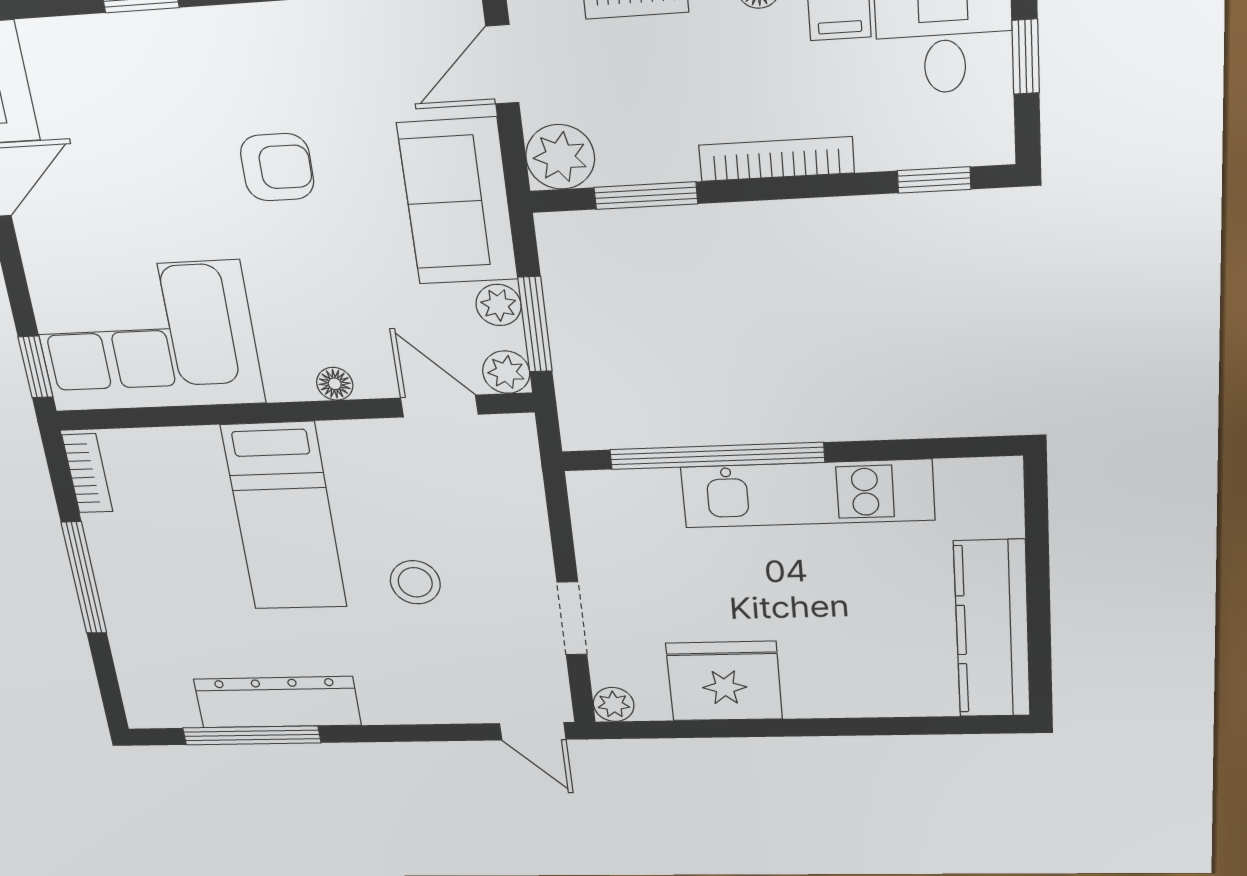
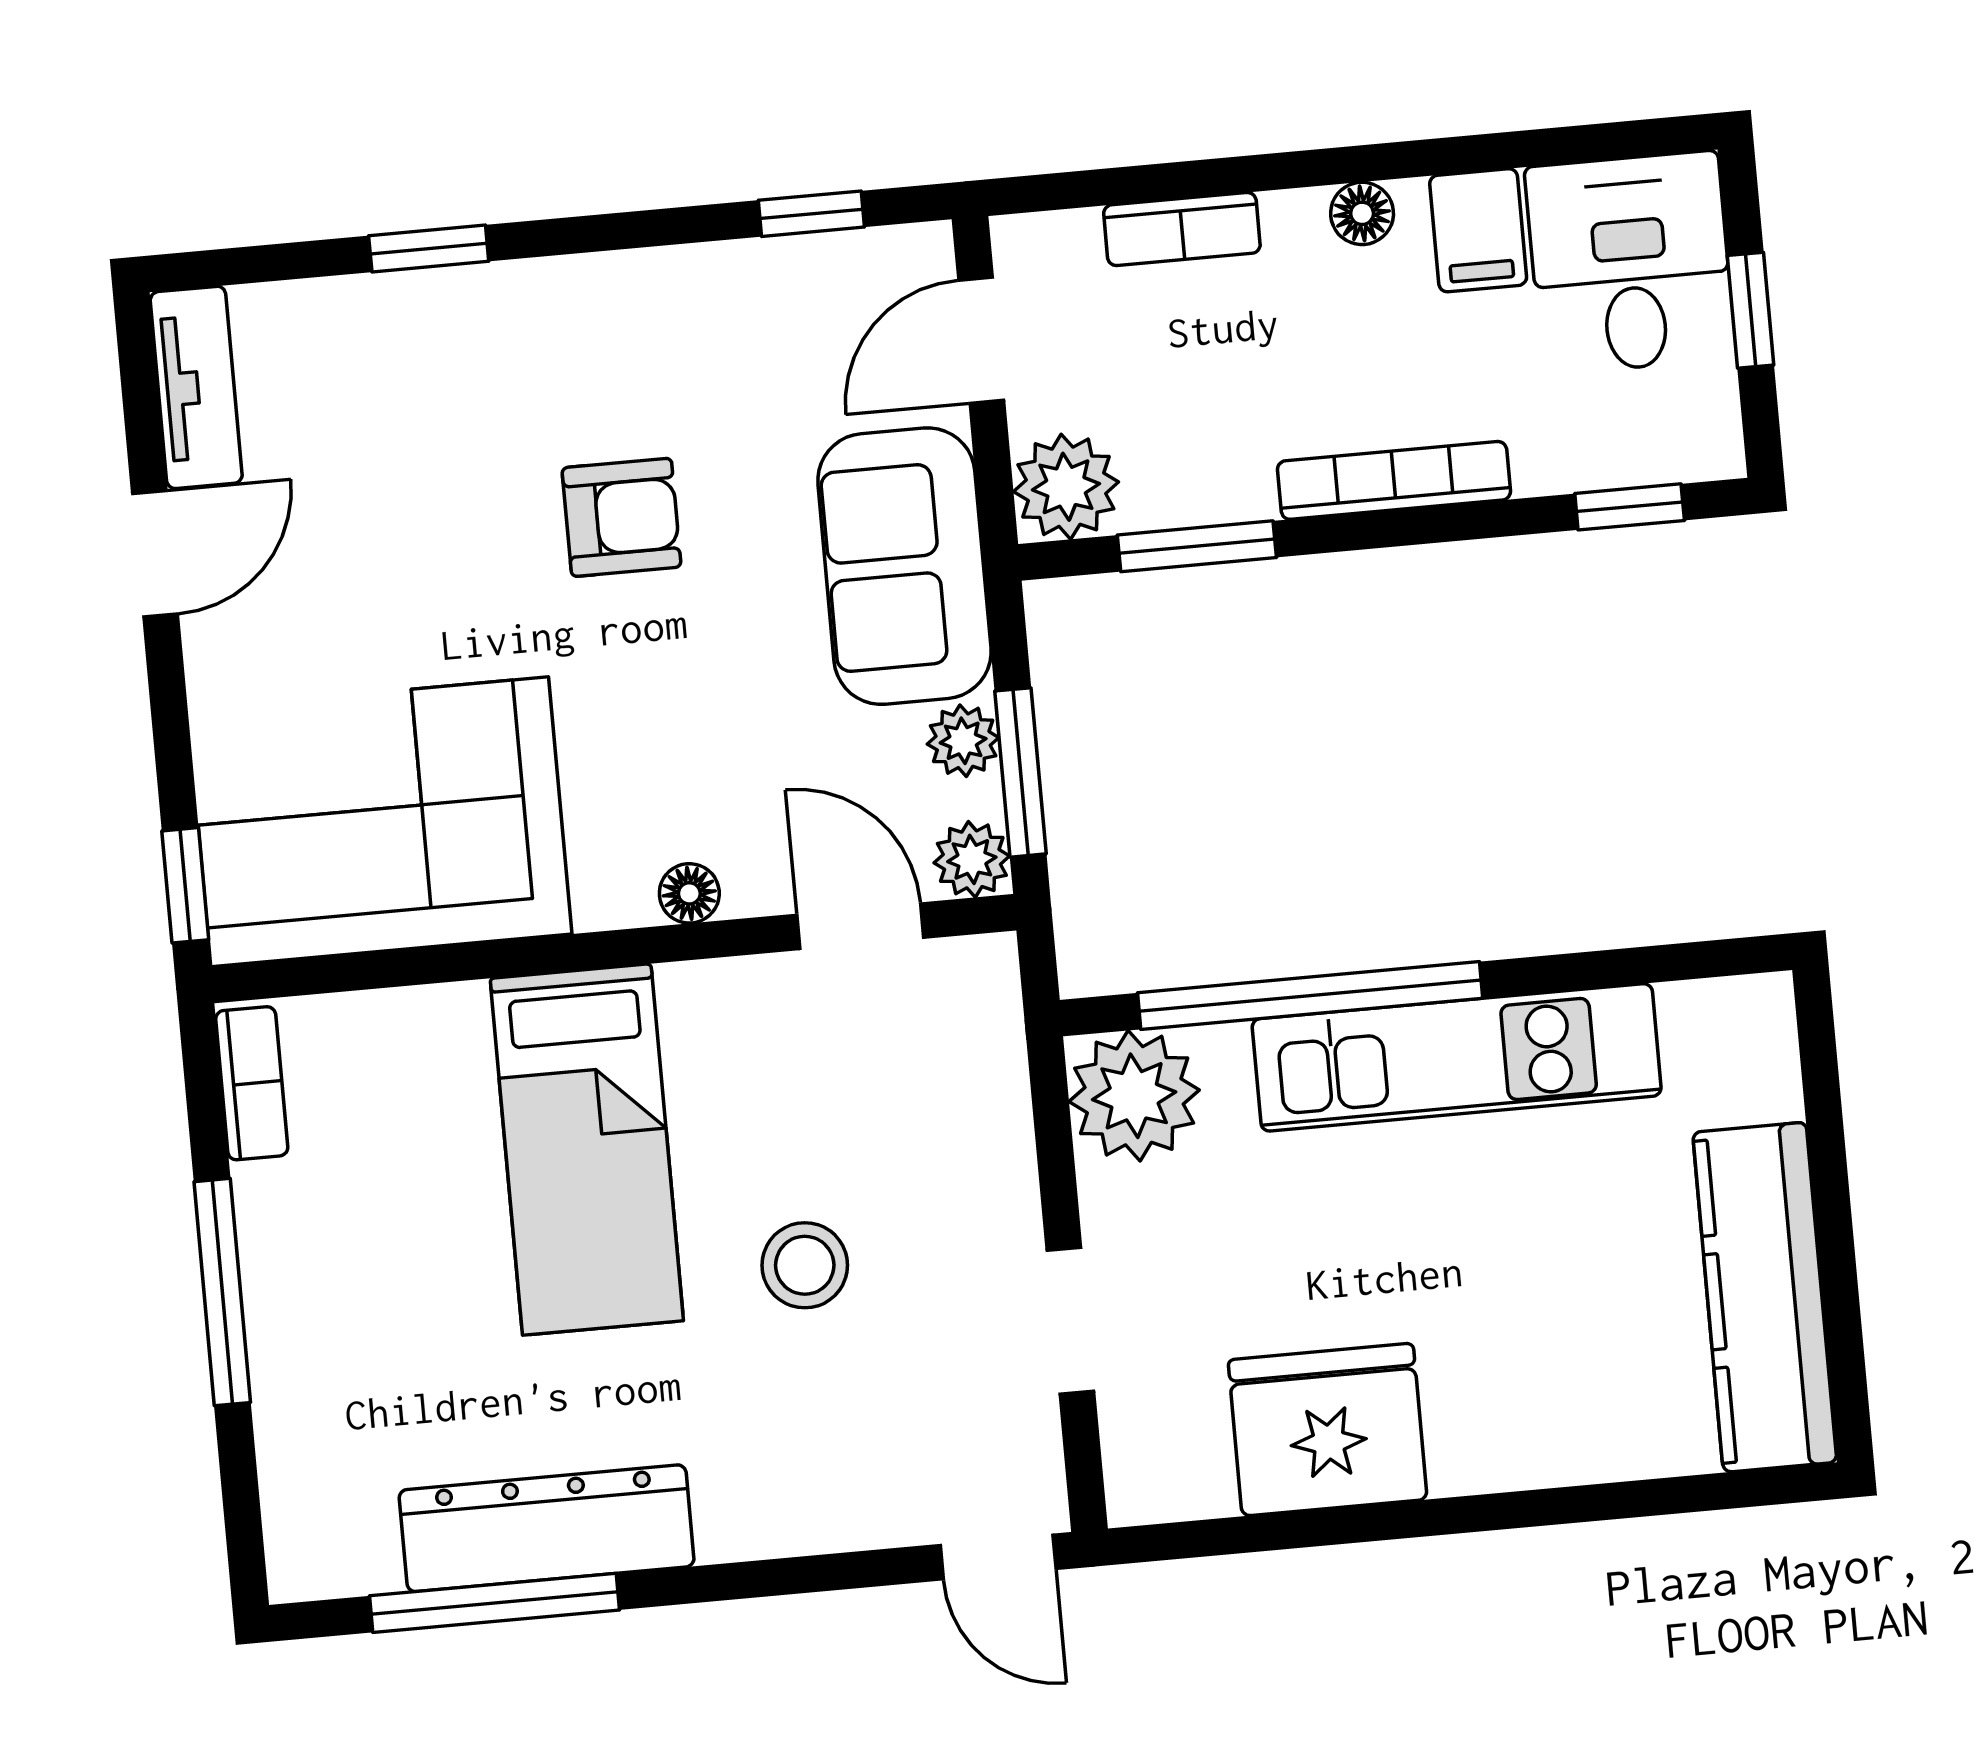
plant: (614, 704) -> (1134, 1096), moved, width x1.88, depth x1.88

